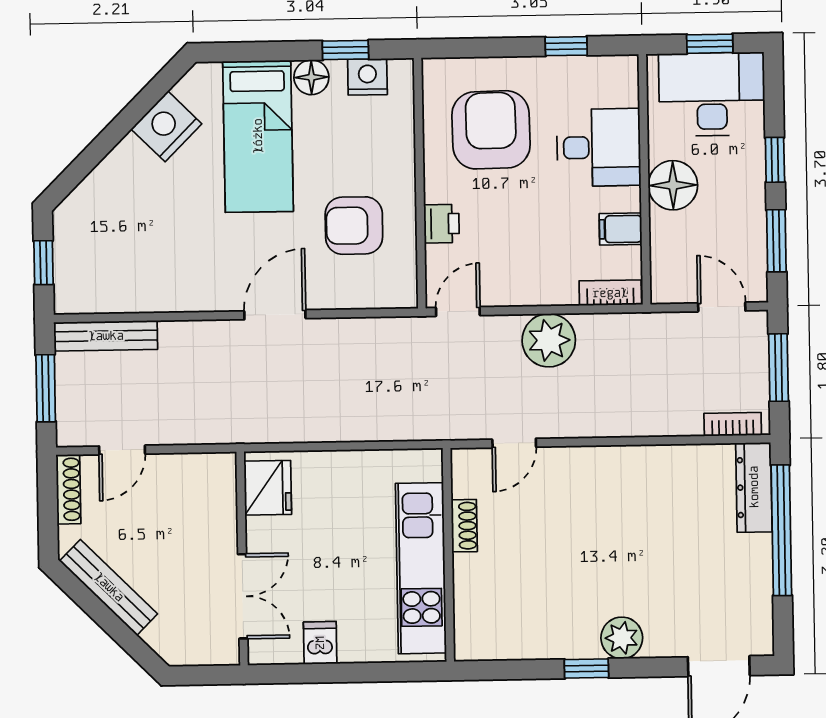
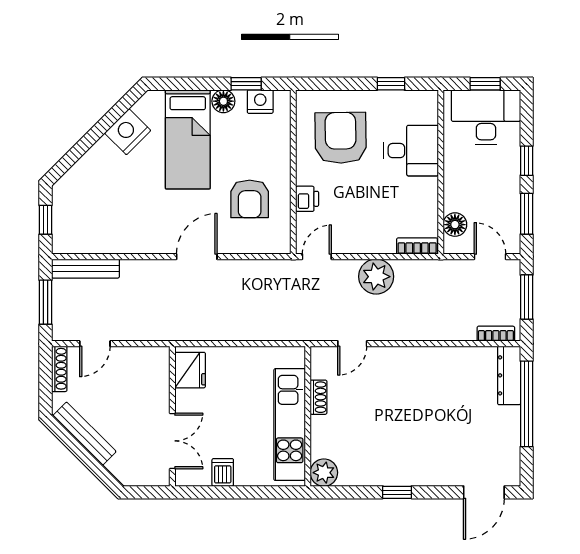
floor lamp: (673, 185) -> (455, 225), moved, width x0.73, depth x0.73
armchair: (354, 226) -> (250, 199), turned -90
filing cabinet: (621, 229) -> (424, 204), removed
plant: (622, 638) -> (324, 473), moved

